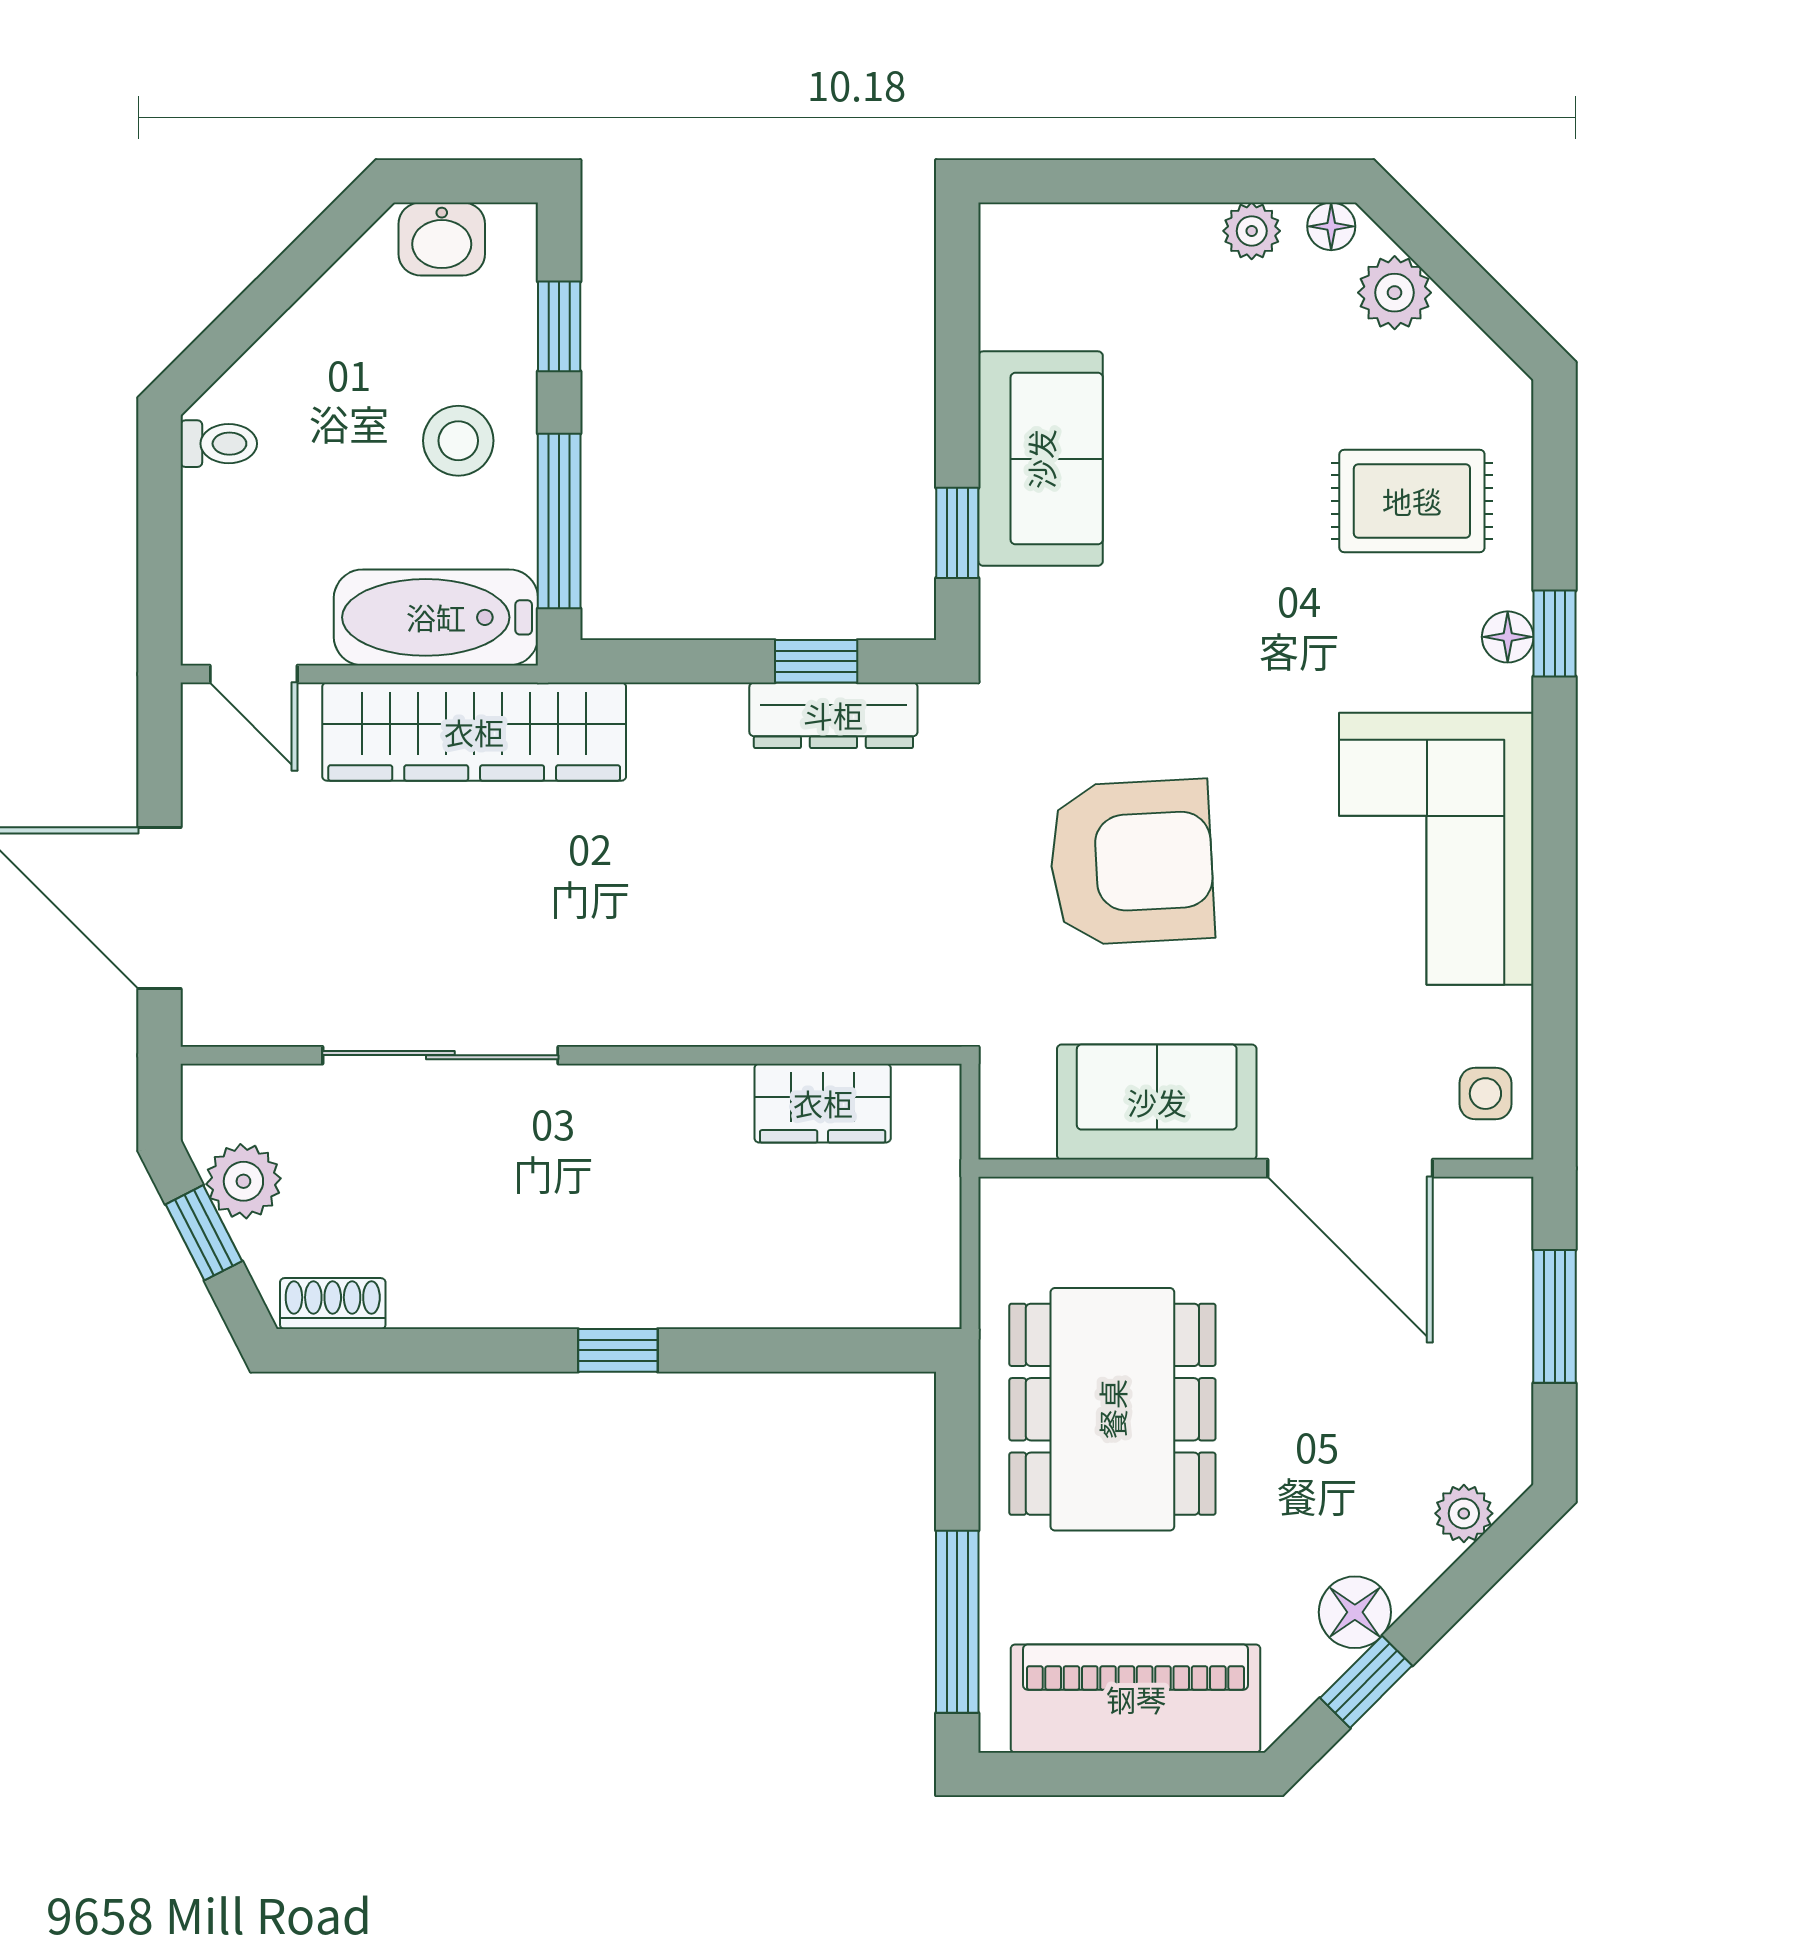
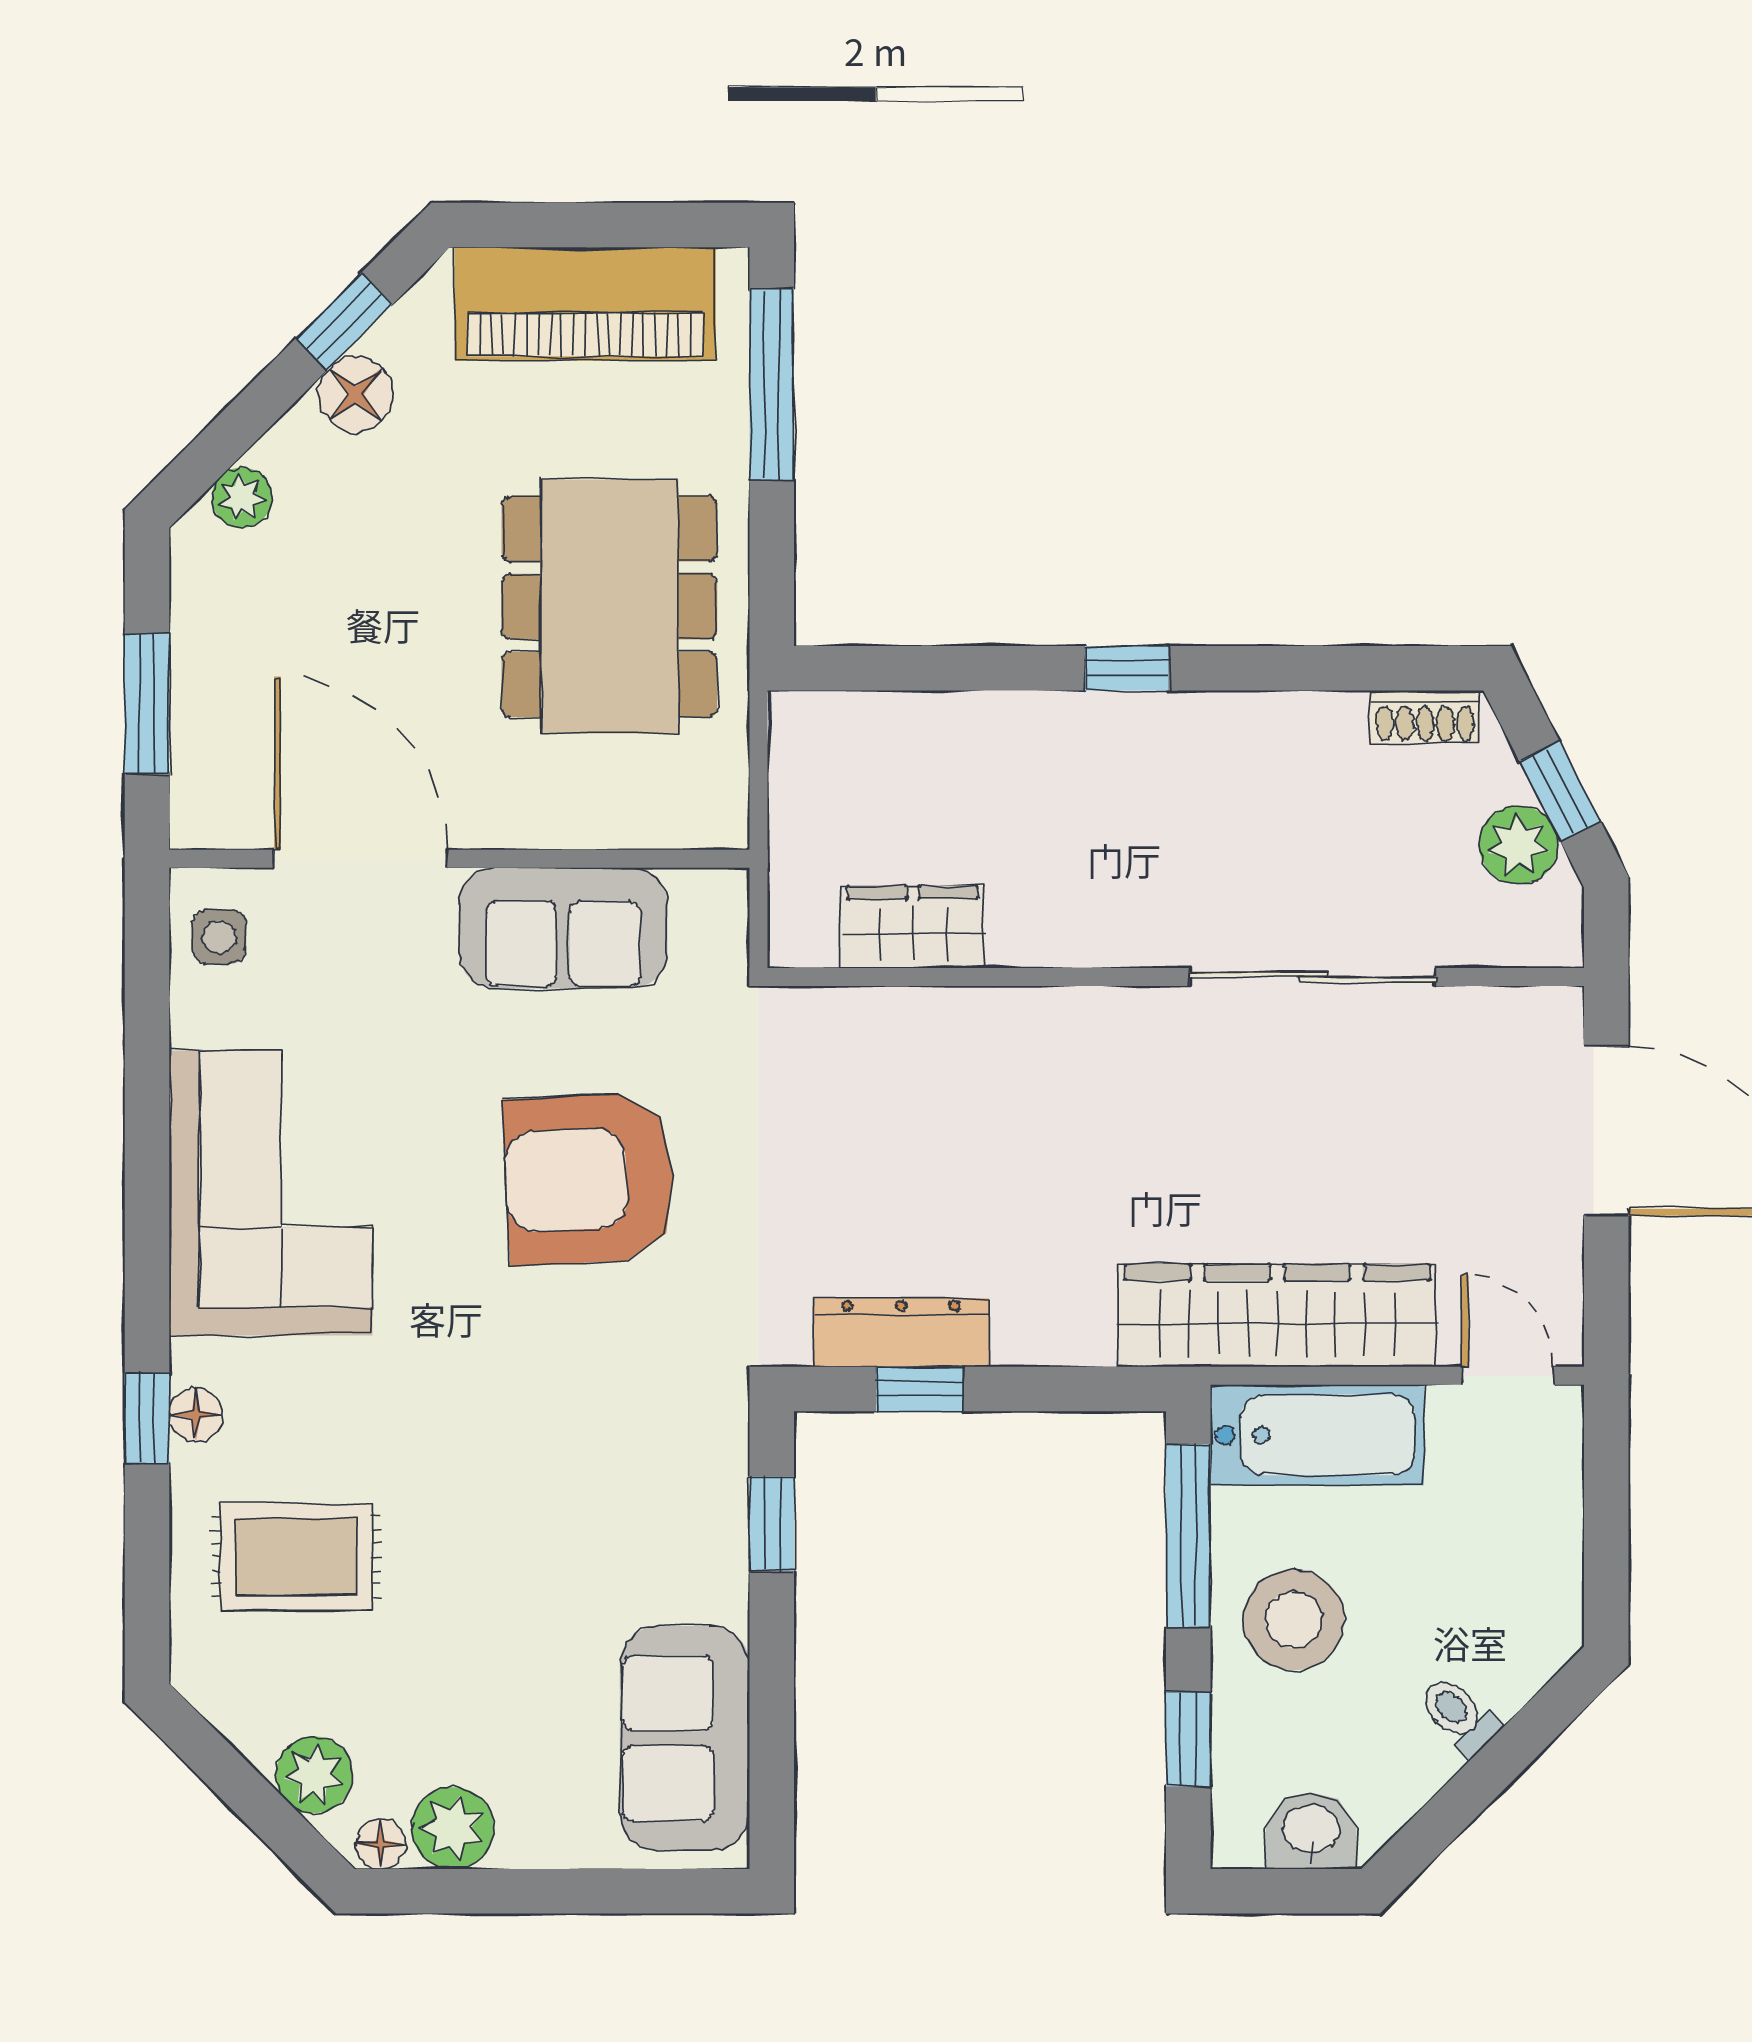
plant: (1252, 231) -> (453, 1828), width x1.38, depth x1.38
stool: (458, 441) -> (1294, 1620), width x1.38, depth x1.38
toilet: (219, 444) -> (1459, 1715), moved, turned 45
sofa: (1041, 459) -> (685, 1738), moved

